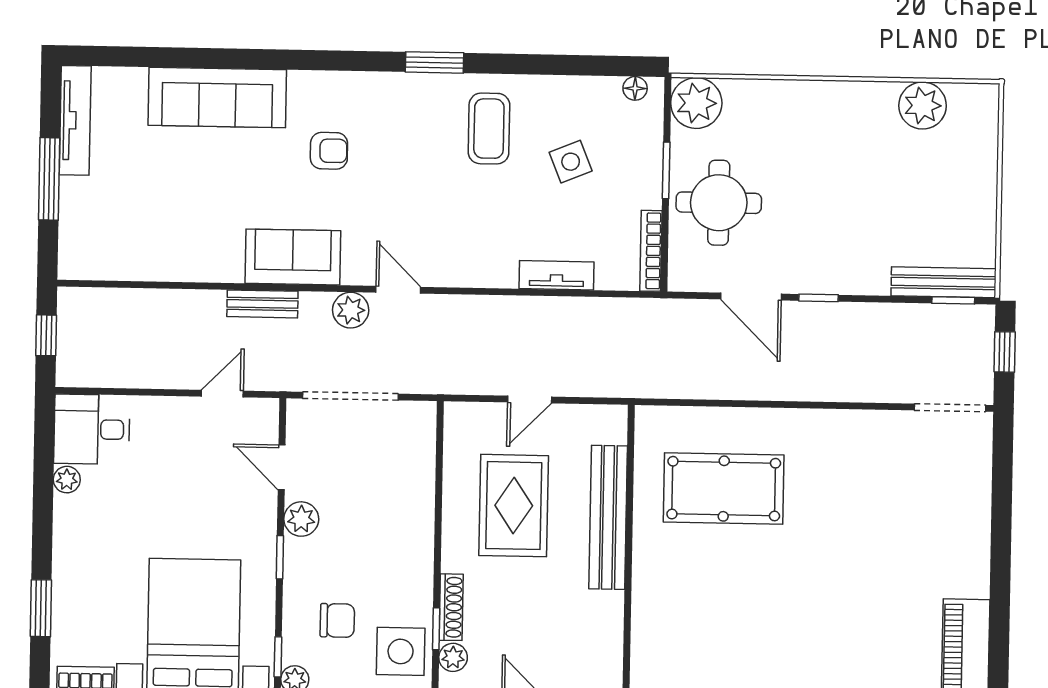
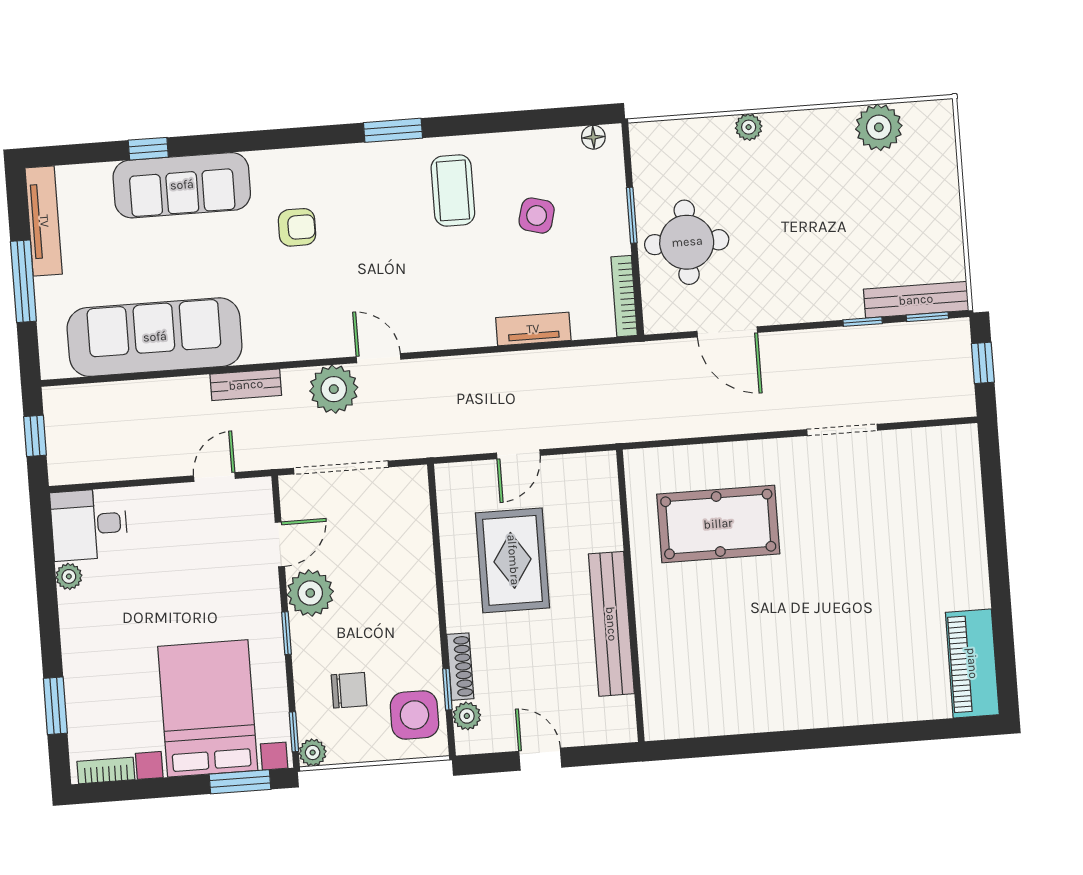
window: (187, 58) -> (148, 149), added
plant: (696, 103) -> (749, 127), moved, width x0.53, depth x0.53
side table: (571, 162) -> (537, 216), turned 37
sofa: (293, 257) -> (155, 337), moved, width x1.85, depth x1.27
window: (818, 298) -> (863, 322), moved
plant: (351, 310) -> (334, 389), width x1.36, depth x1.36
doorway: (950, 408) -> (842, 430), moved
door: (282, 467) -> (280, 544), swing flipped
bench: (608, 517) -> (611, 624), moved
plant: (301, 519) -> (310, 593), width x1.36, depth x1.36

